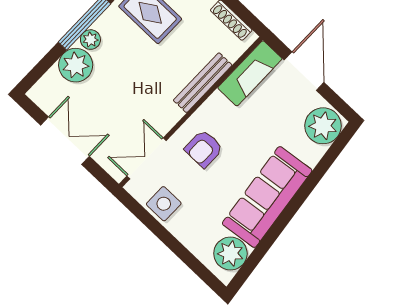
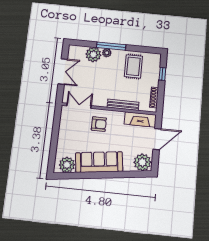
armchair: (204, 149) -> (99, 124), turned 180
side table: (164, 204) -> (67, 125), removed

